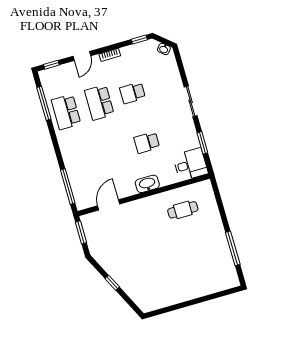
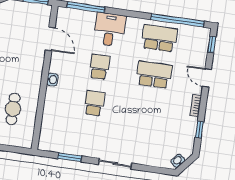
window: (139, 39) -> (199, 130), moved
school desk: (133, 93) -> (100, 67), moved
window: (44, 103) -> (177, 20), width x1.46
desk: (190, 164) -> (110, 29), moved, turned 180
washbasin: (147, 184) -> (52, 80), width x0.52, depth x0.69

